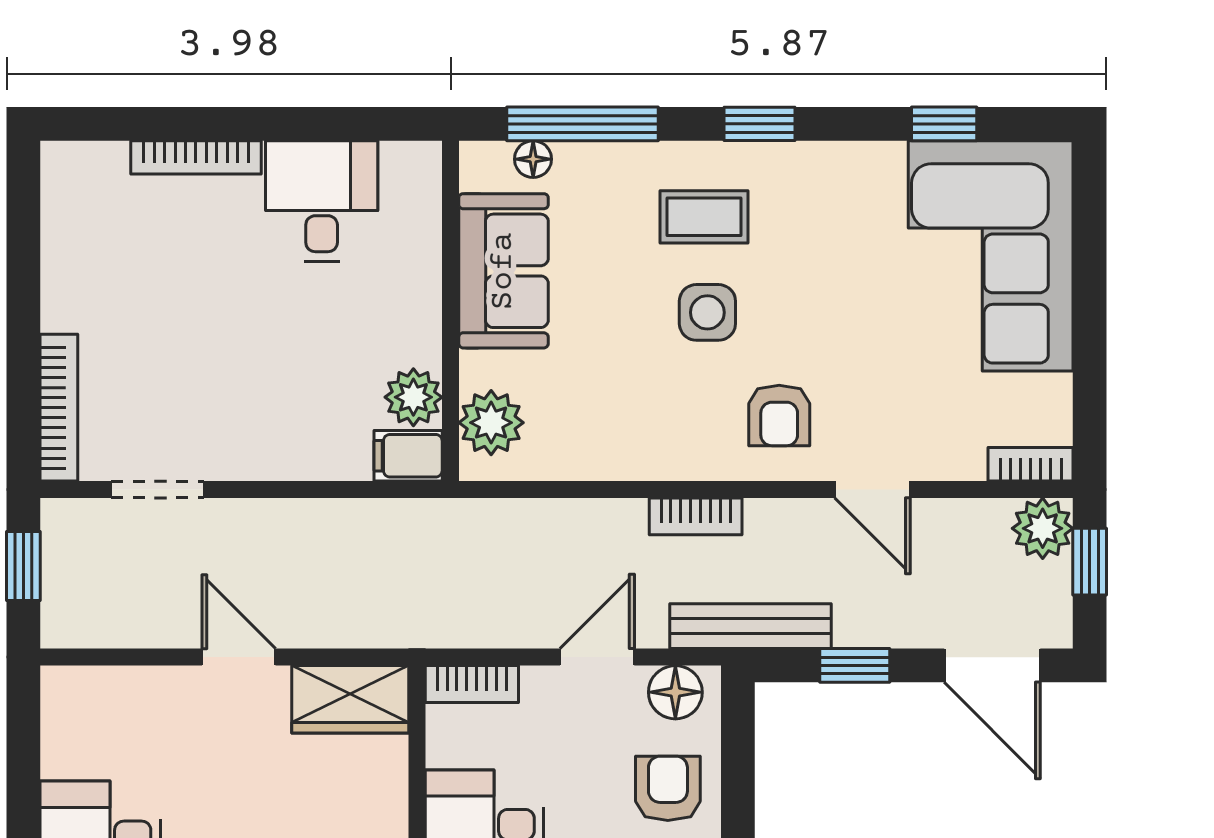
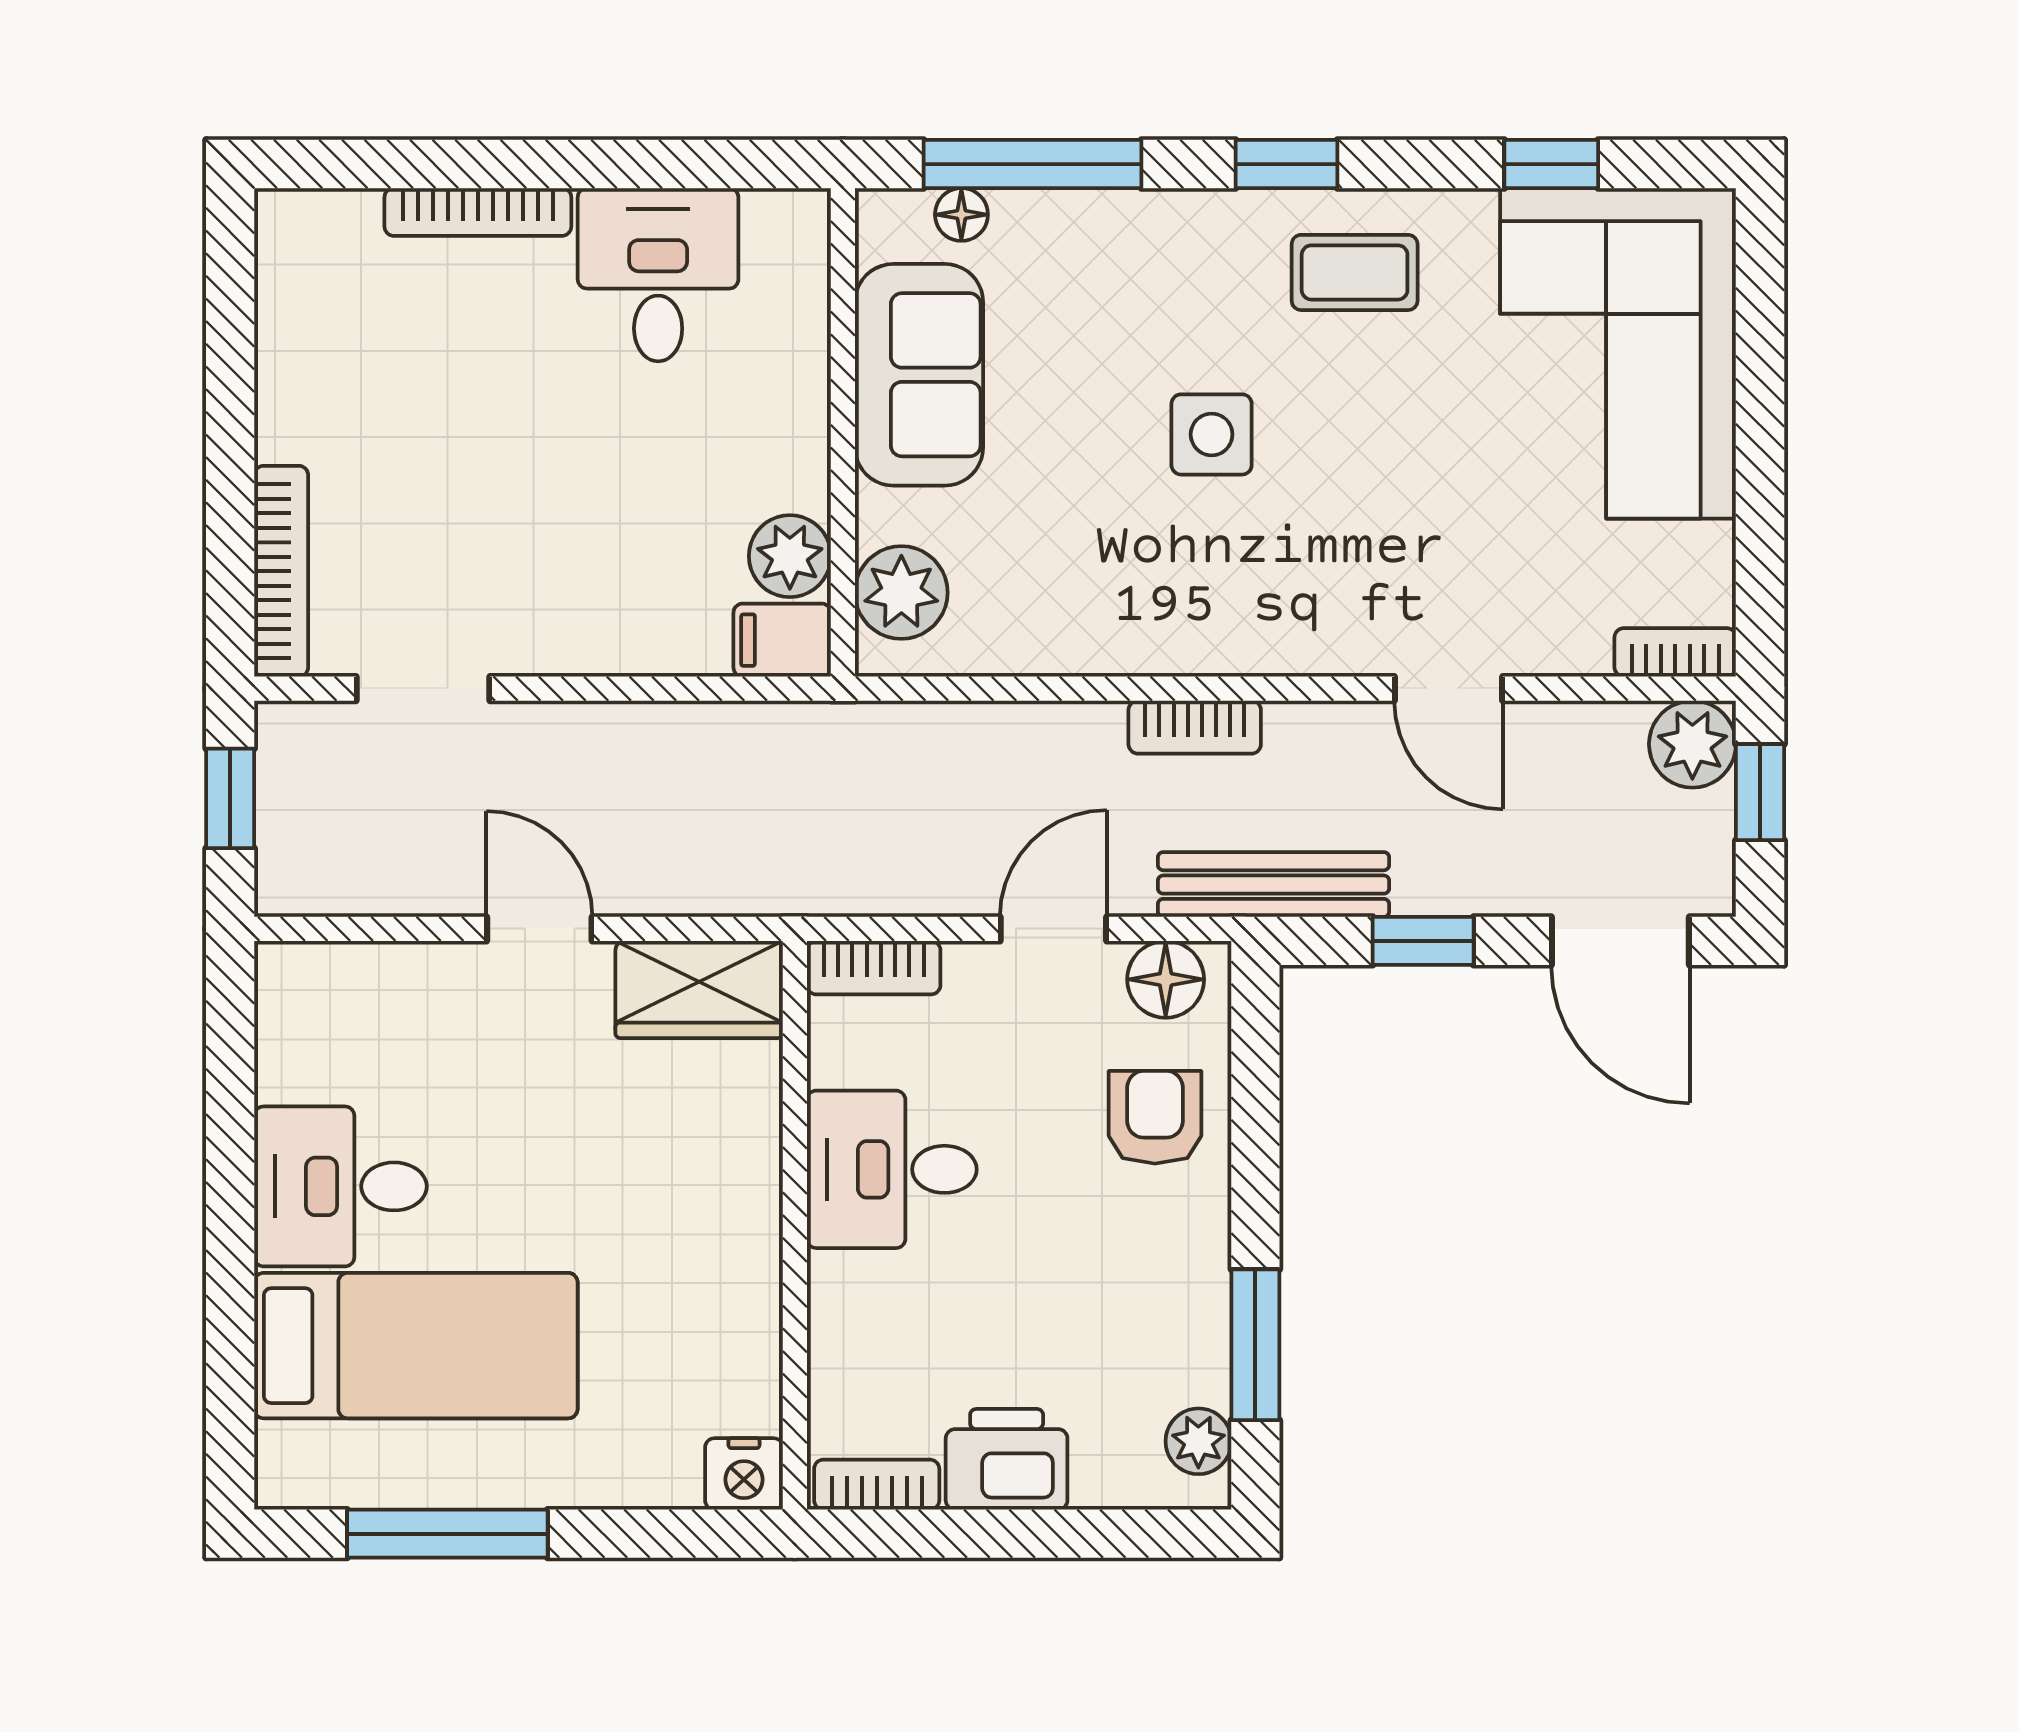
coffee table: (704, 217) -> (1355, 272), moved
armchair: (779, 415) -> (1315, 582), removed

